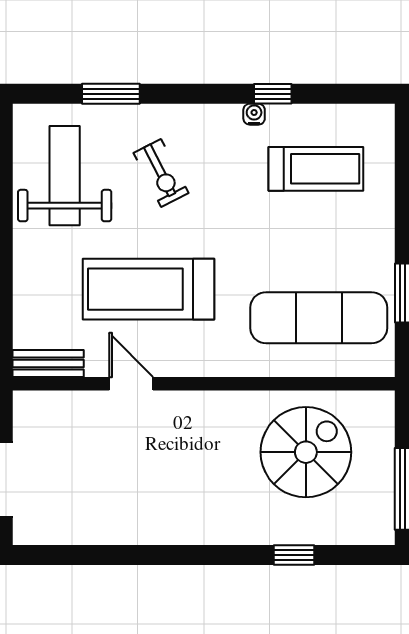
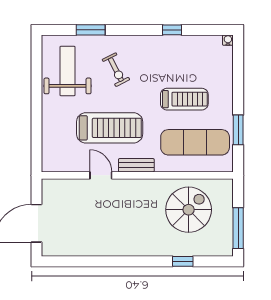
water cooler: (254, 114) -> (228, 40), moved
treadmill: (316, 169) -> (184, 99), moved
treadmill: (148, 289) -> (110, 128), turned 180
bench: (48, 364) -> (136, 165), moved

